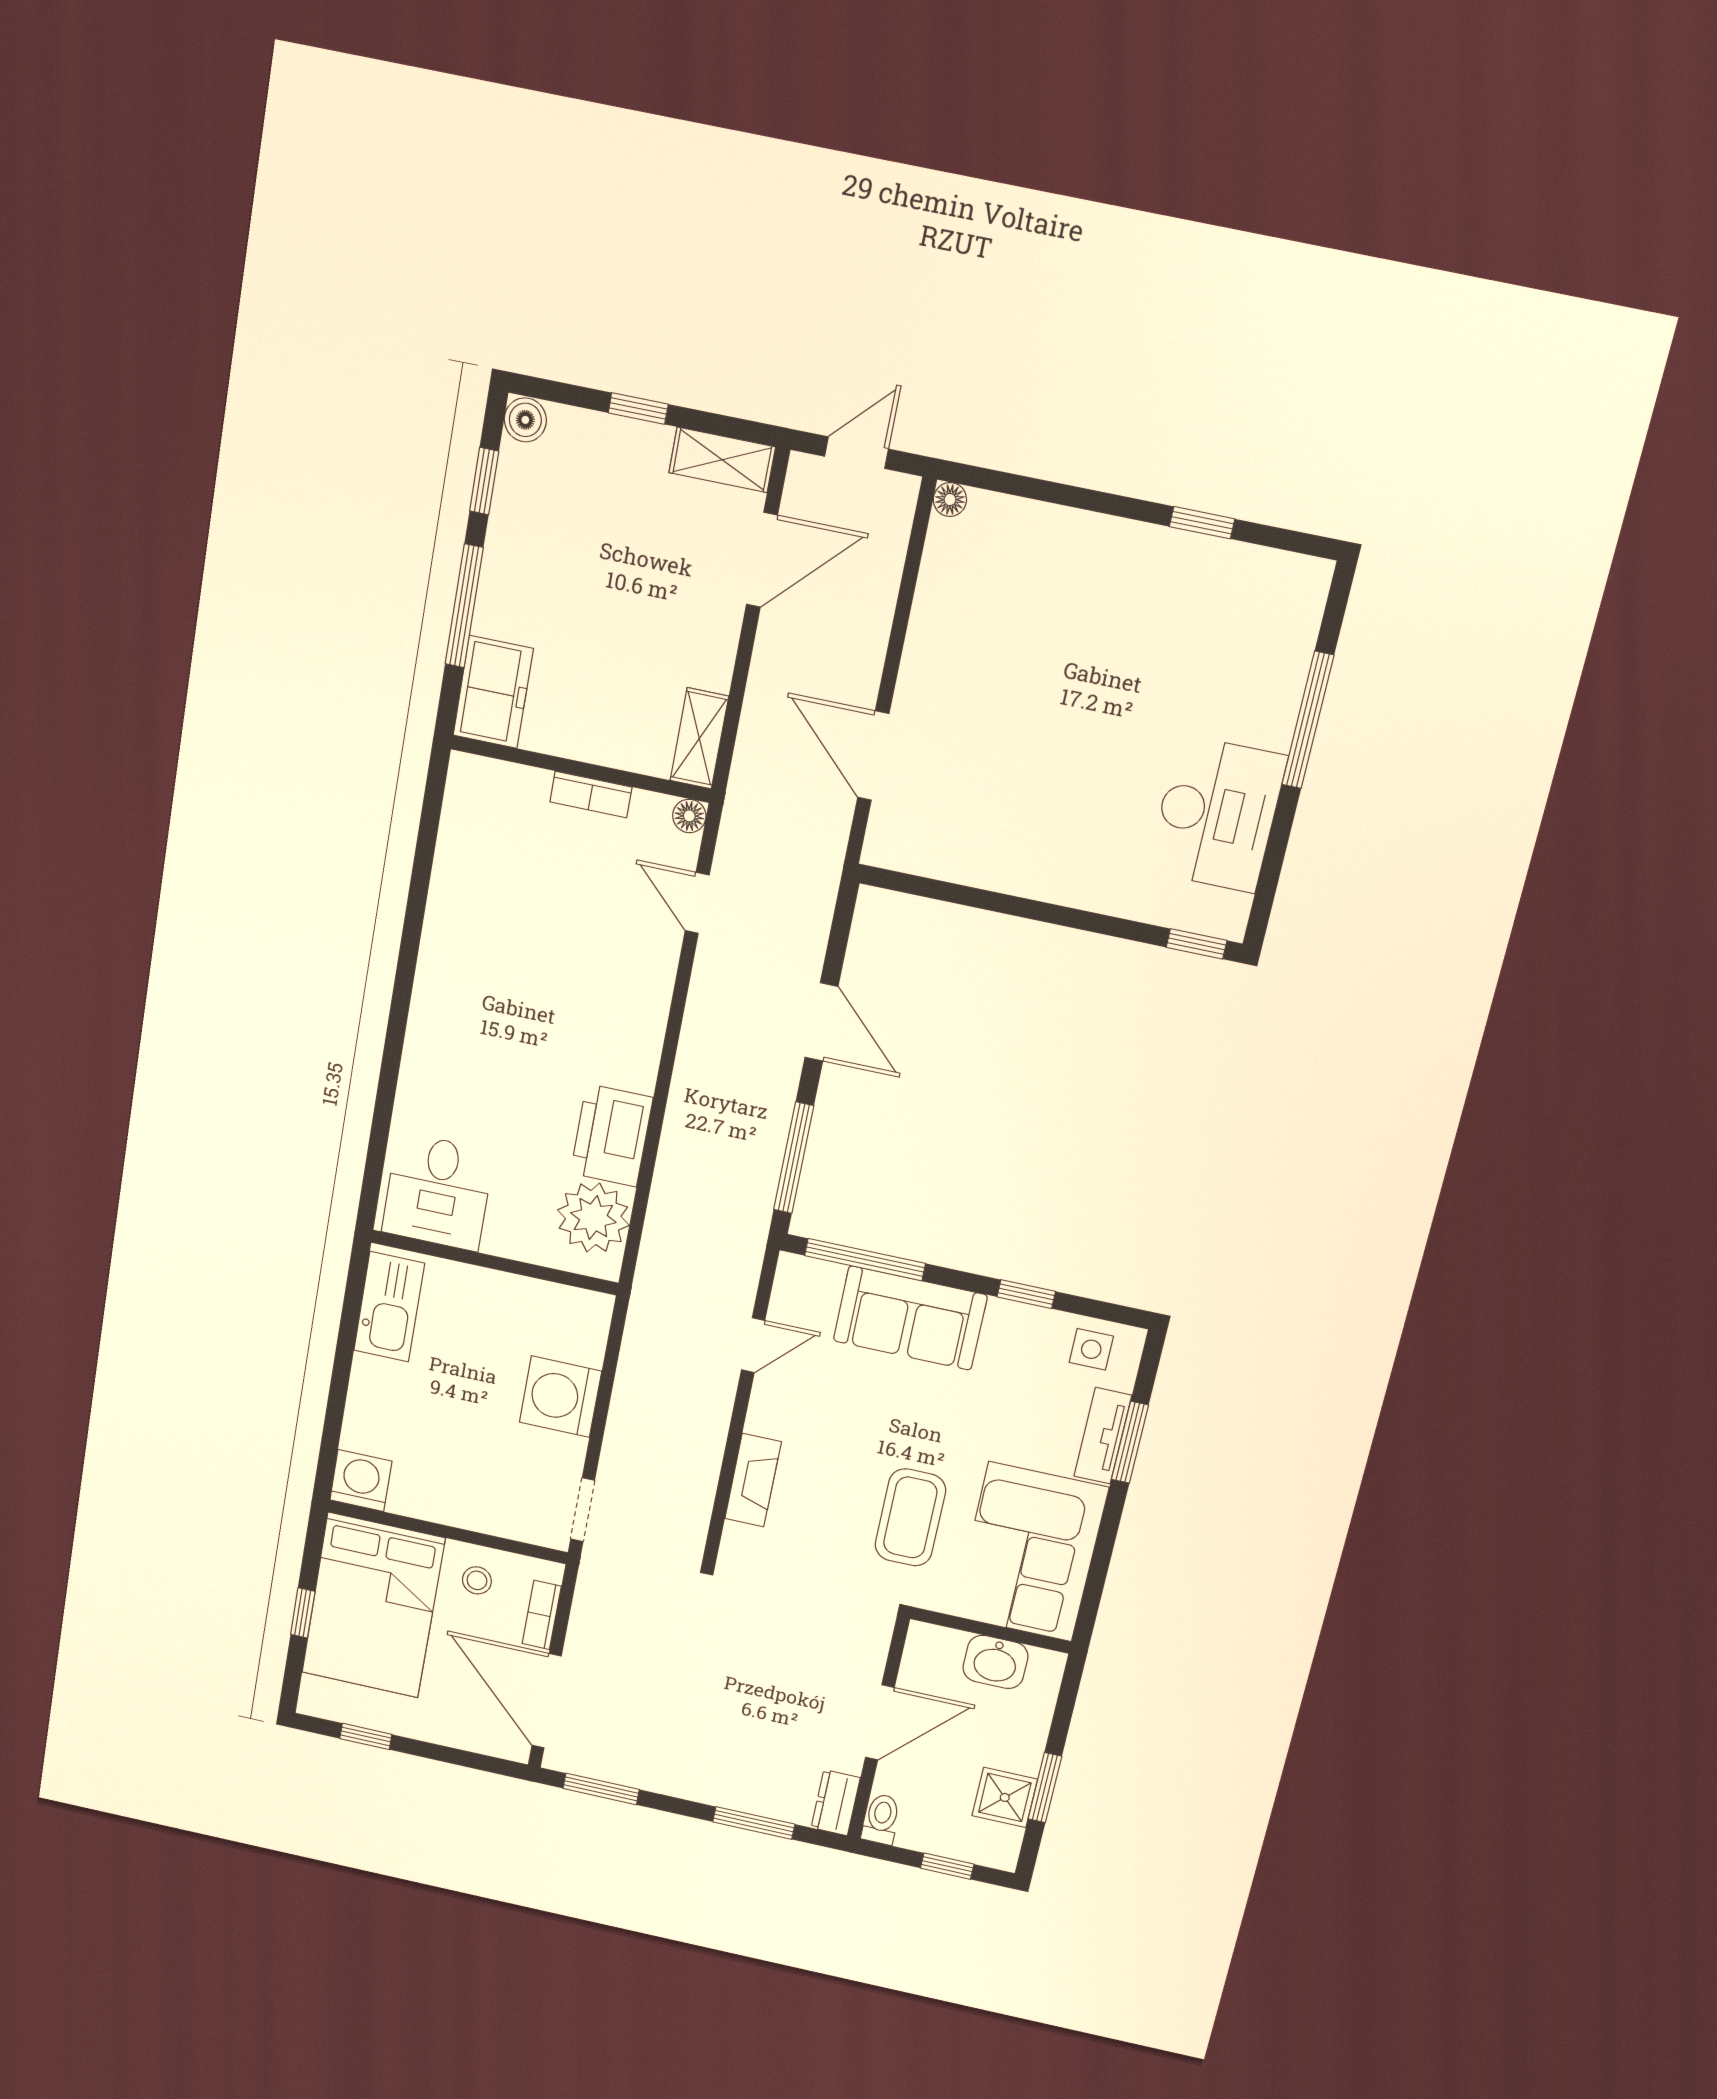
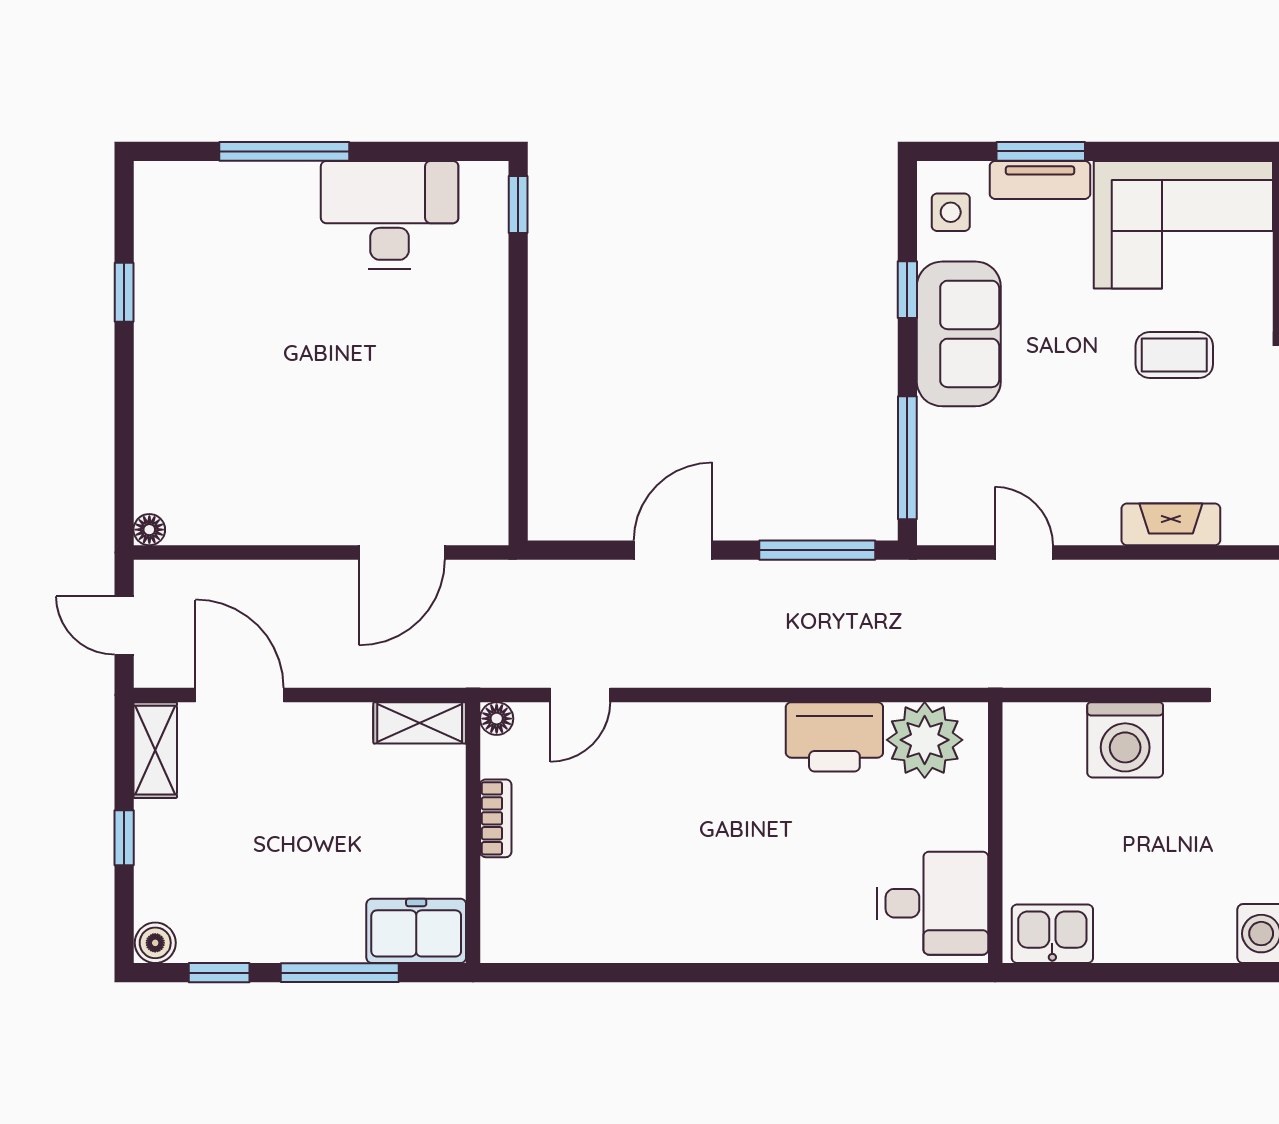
kitchen sink: (389, 1307) -> (1052, 934), width x0.73
sofa: (910, 1318) -> (959, 334), moved
coffee table: (910, 1517) -> (1174, 355), width x0.73, depth x0.77

